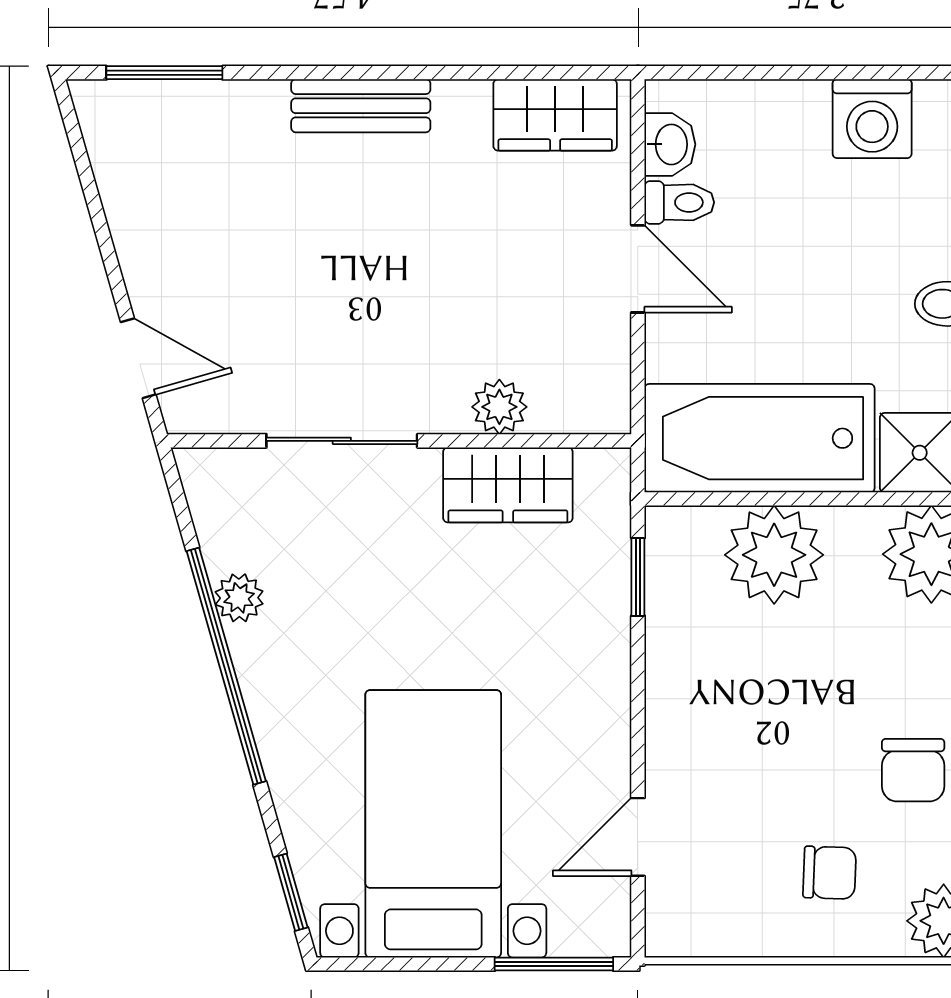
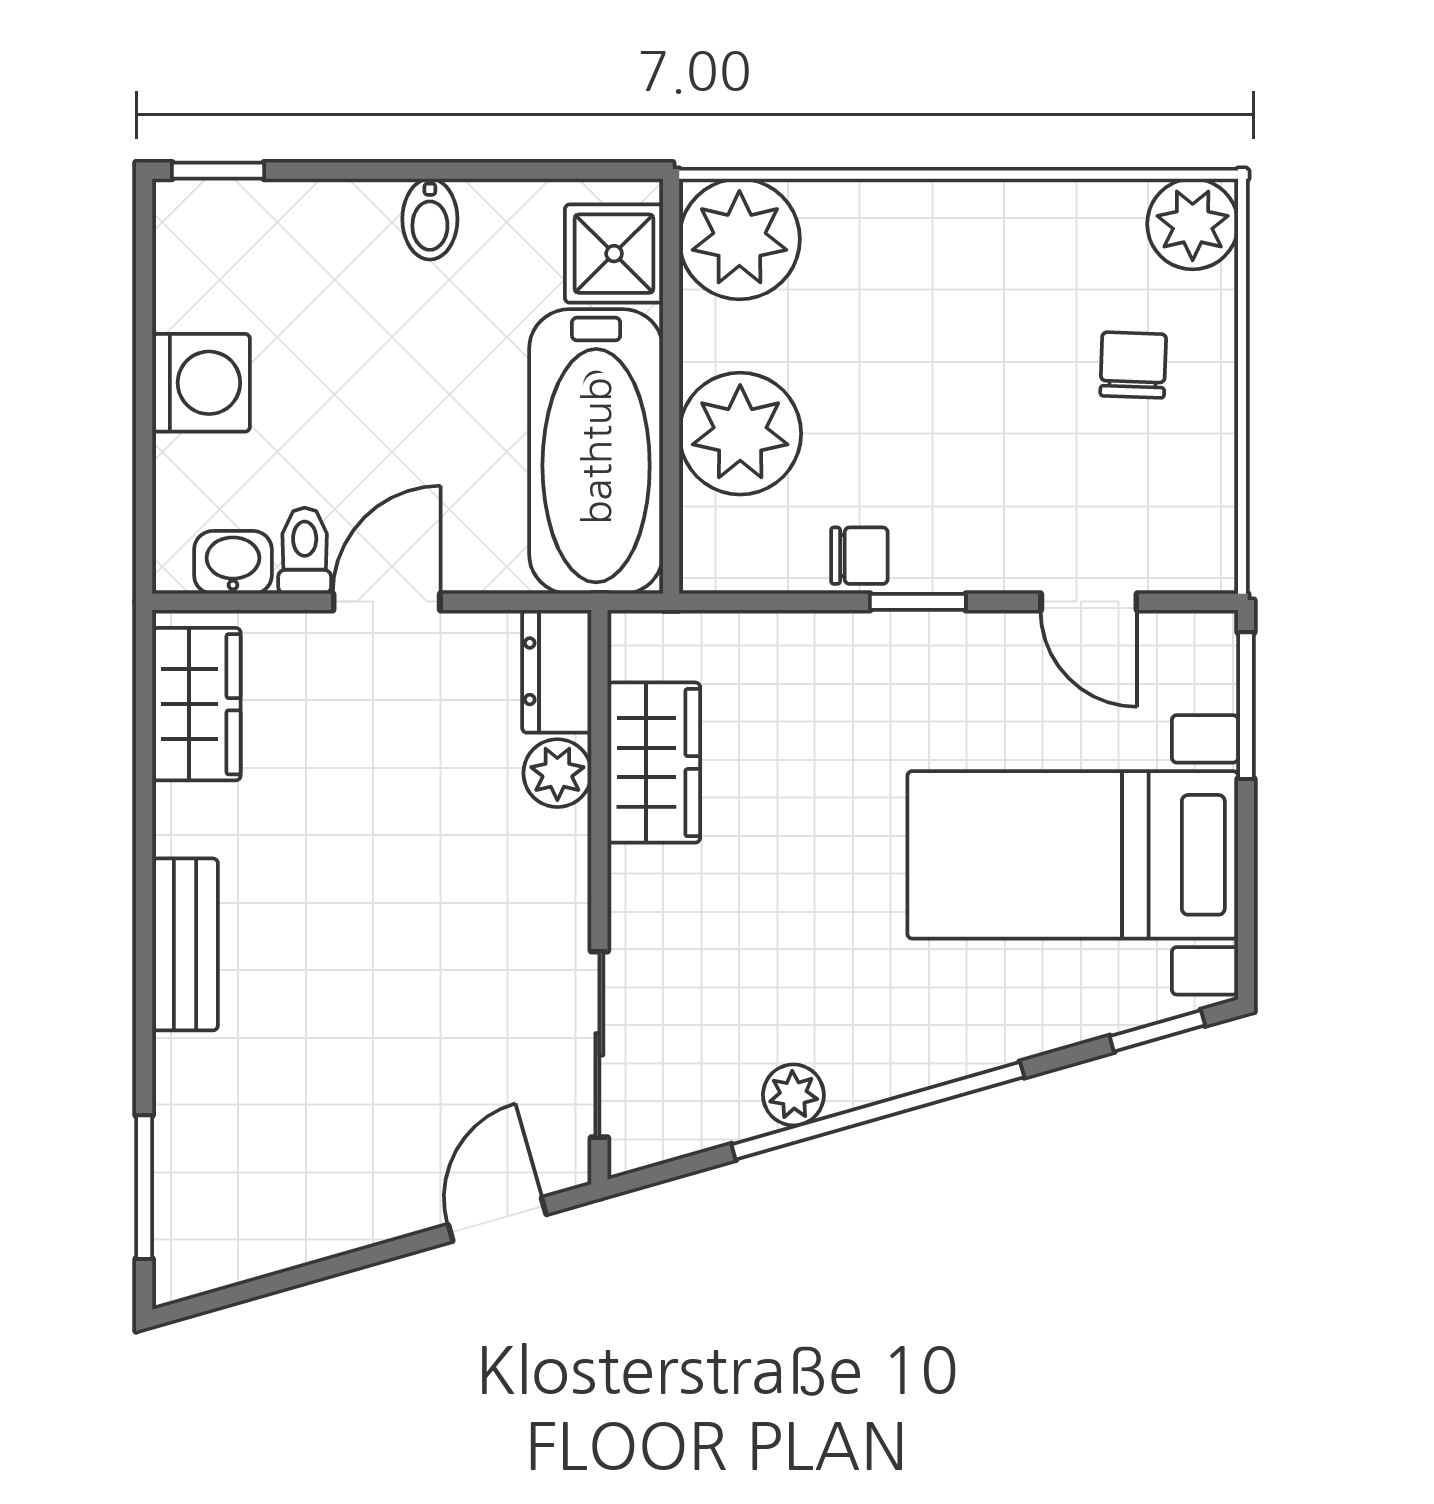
washing machine: (872, 119) -> (201, 383), moved
dresser: (582, 406) -> (557, 671), added
sliding door: (342, 441) -> (599, 1044), moved
window: (638, 577) -> (918, 602), moved
chair: (913, 770) -> (859, 556), moved, width x0.73, depth x0.73

